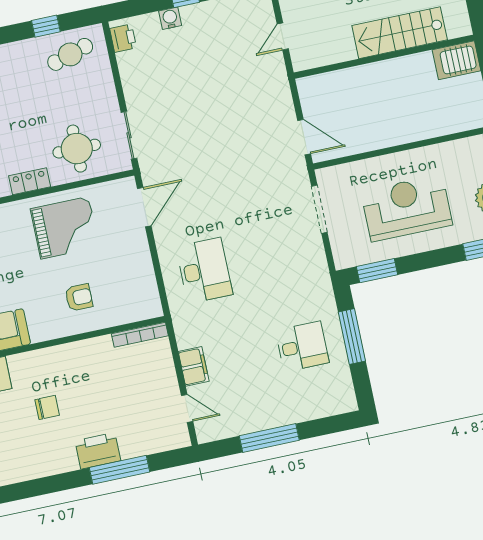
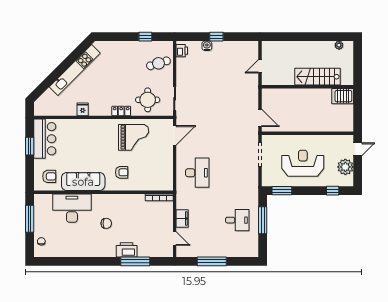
cafe table: (70, 54) -> (158, 63), moved
armchair: (79, 297) -> (122, 172), moved

